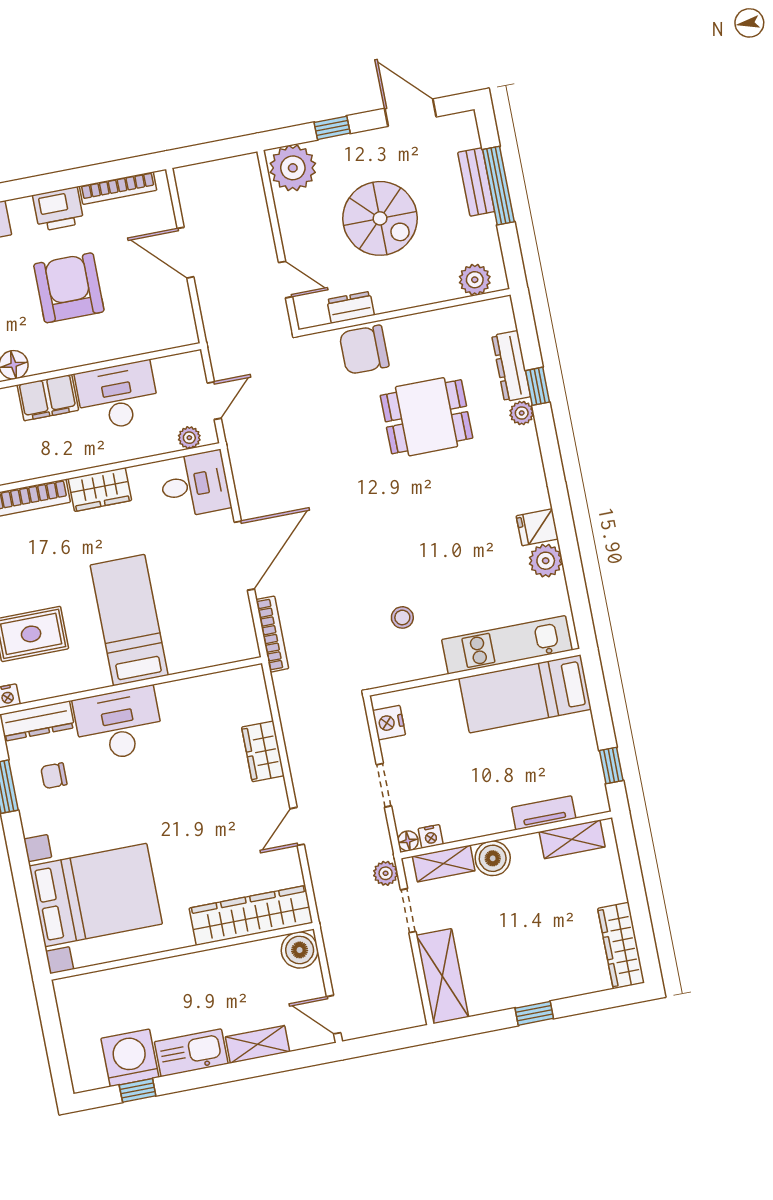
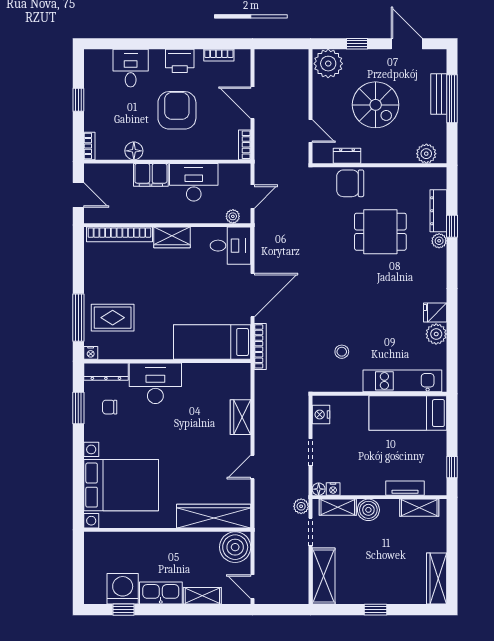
bookcase: (118, 188) -> (219, 55), width x0.64
bookcase: (186, 321) -> (245, 145), added
bed: (129, 620) -> (212, 342), moved, turned -90
boiler: (300, 950) -> (235, 547), width x1.37, depth x1.37

